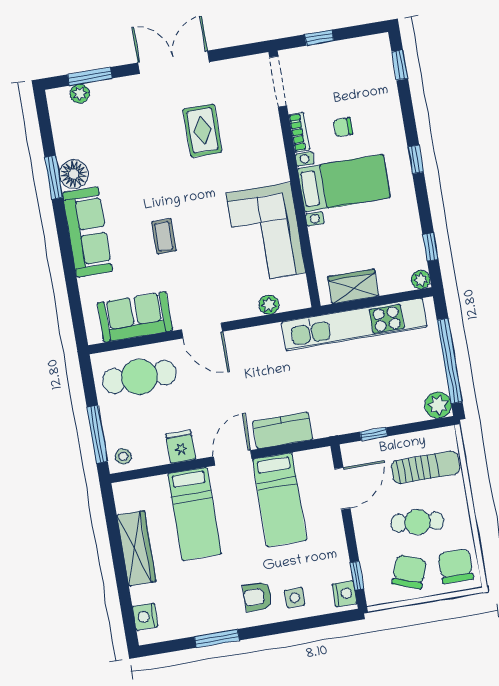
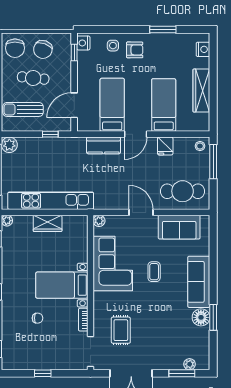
doorway: (278, 82) -> (91, 351), moved
bookcase: (299, 132) -> (83, 320), moved
wall: (295, 179) -> (91, 292), moved
bed with nightstands: (344, 183) -> (62, 285), moved
corner sofa: (266, 233) -> (113, 263), moved

